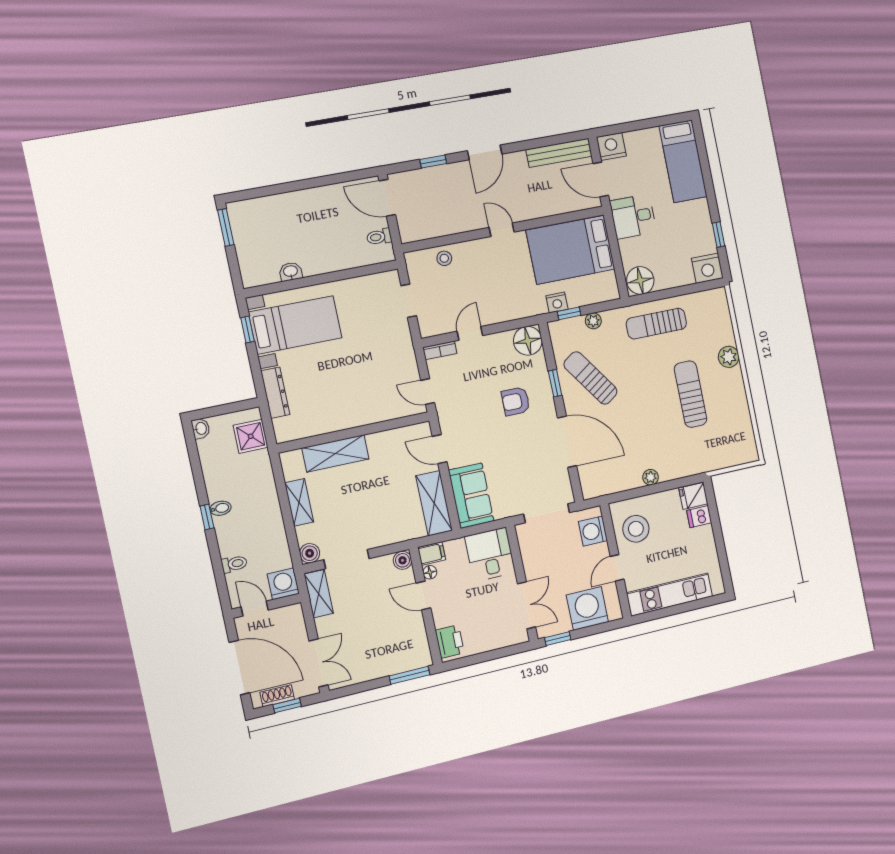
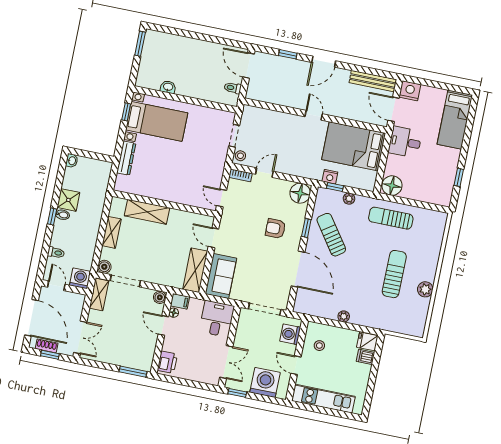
stool: (444, 258) -> (240, 156), moved
nightstand: (707, 268) -> (441, 196), removed
plant: (729, 357) -> (425, 289), moved
shower: (251, 436) -> (68, 200), moved
stool: (636, 529) -> (319, 346), width x0.53, depth x0.53
door: (617, 568) -> (296, 365), hinge flipped

